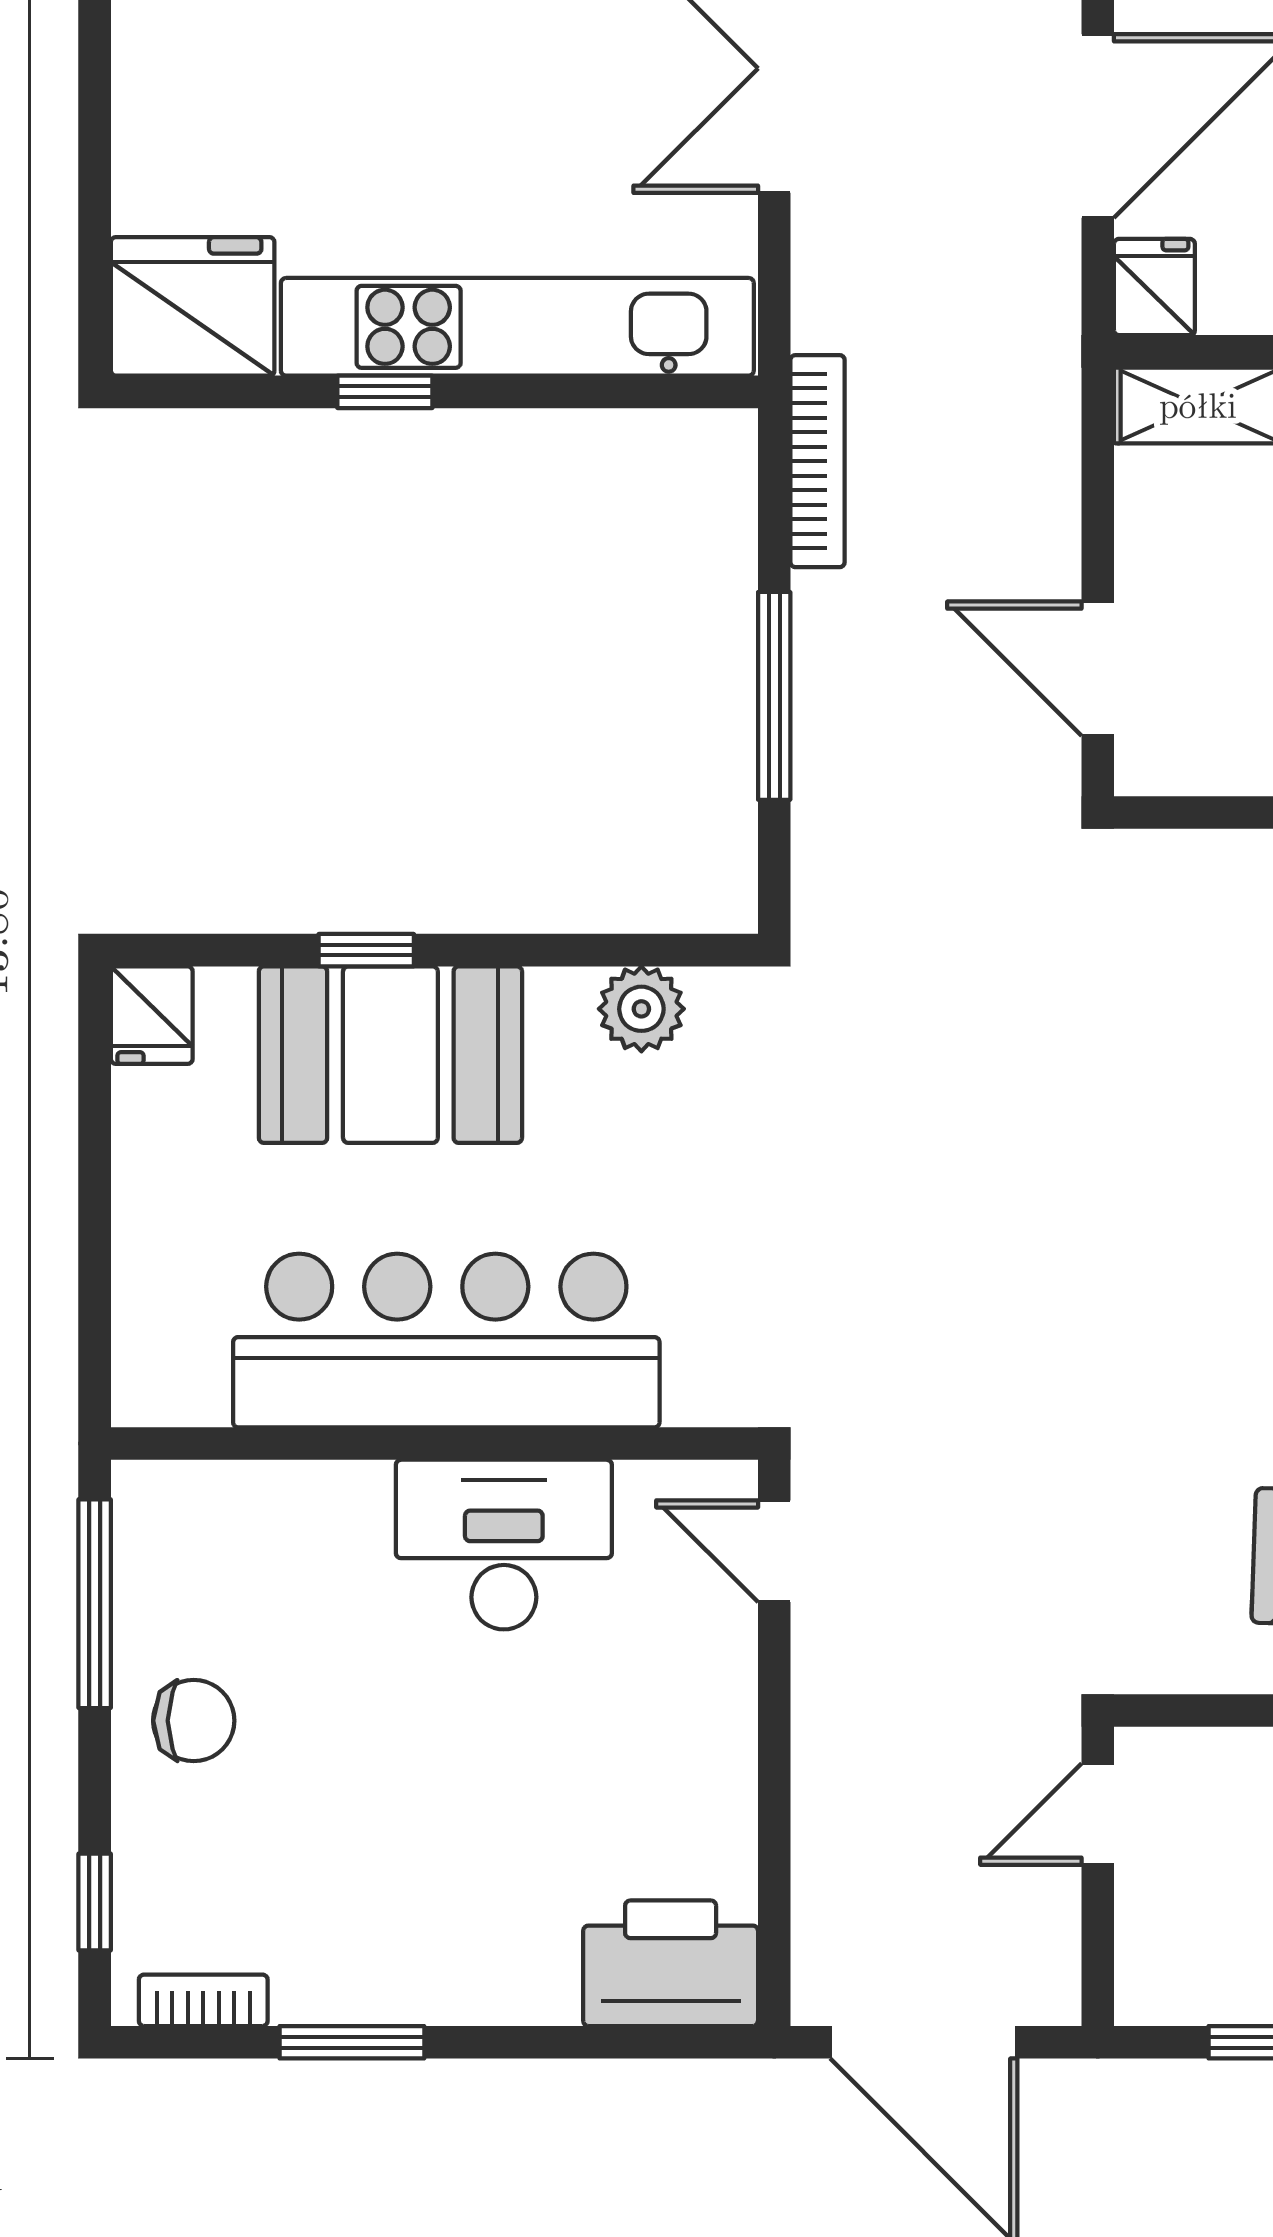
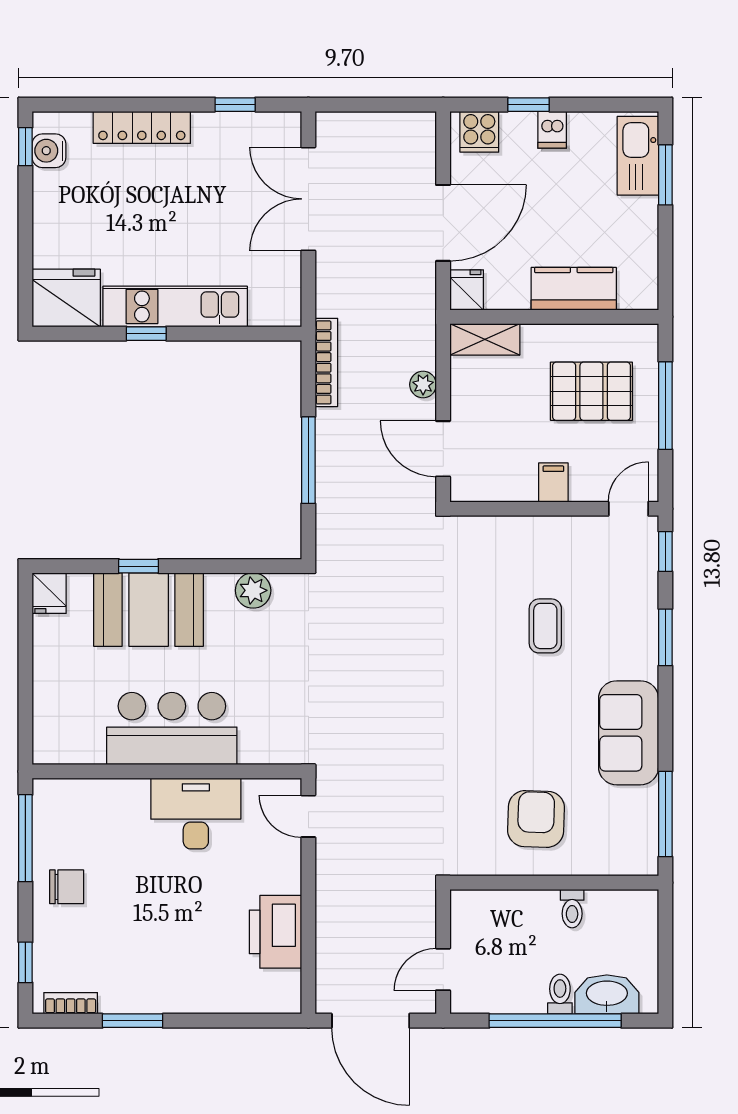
kitchen unit: (517, 327) -> (175, 307), width x0.73
plant: (1050, 514) -> (423, 385), added
bar counter: (446, 1341) -> (172, 729), width x0.73
door: (1098, 1814) -> (443, 969), moved
printer: (671, 1963) -> (275, 932), moved, turned -90

